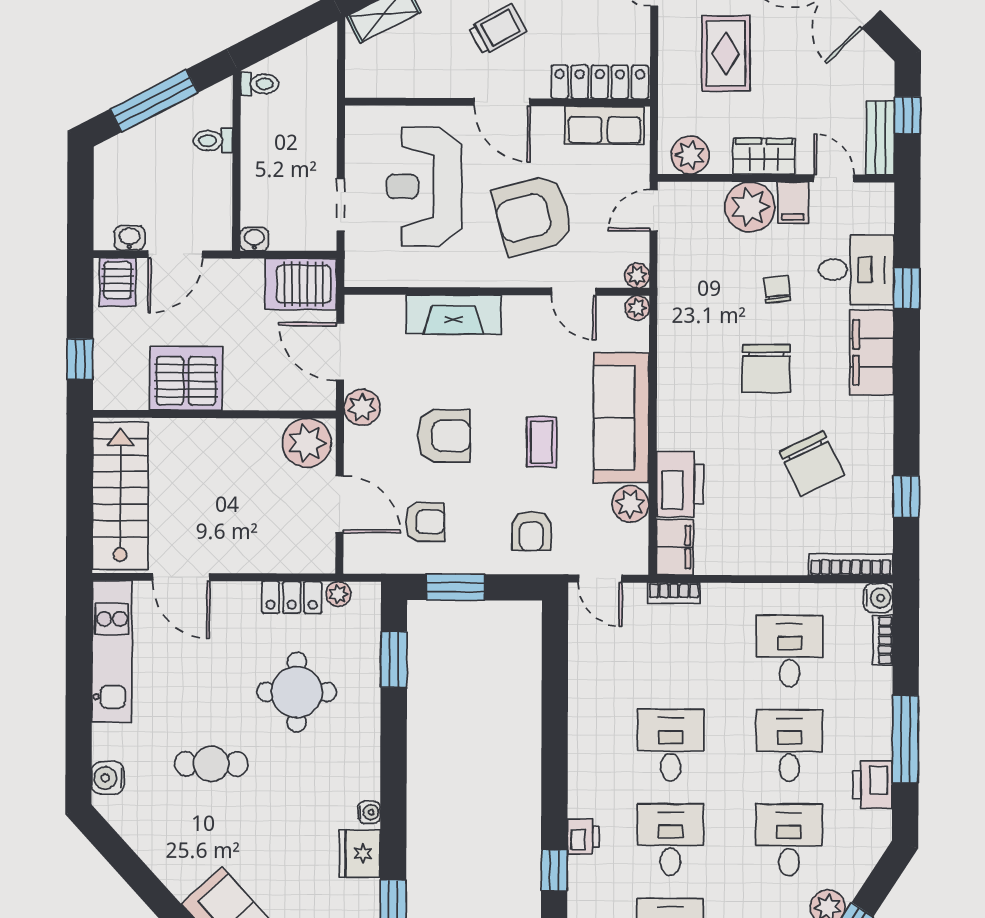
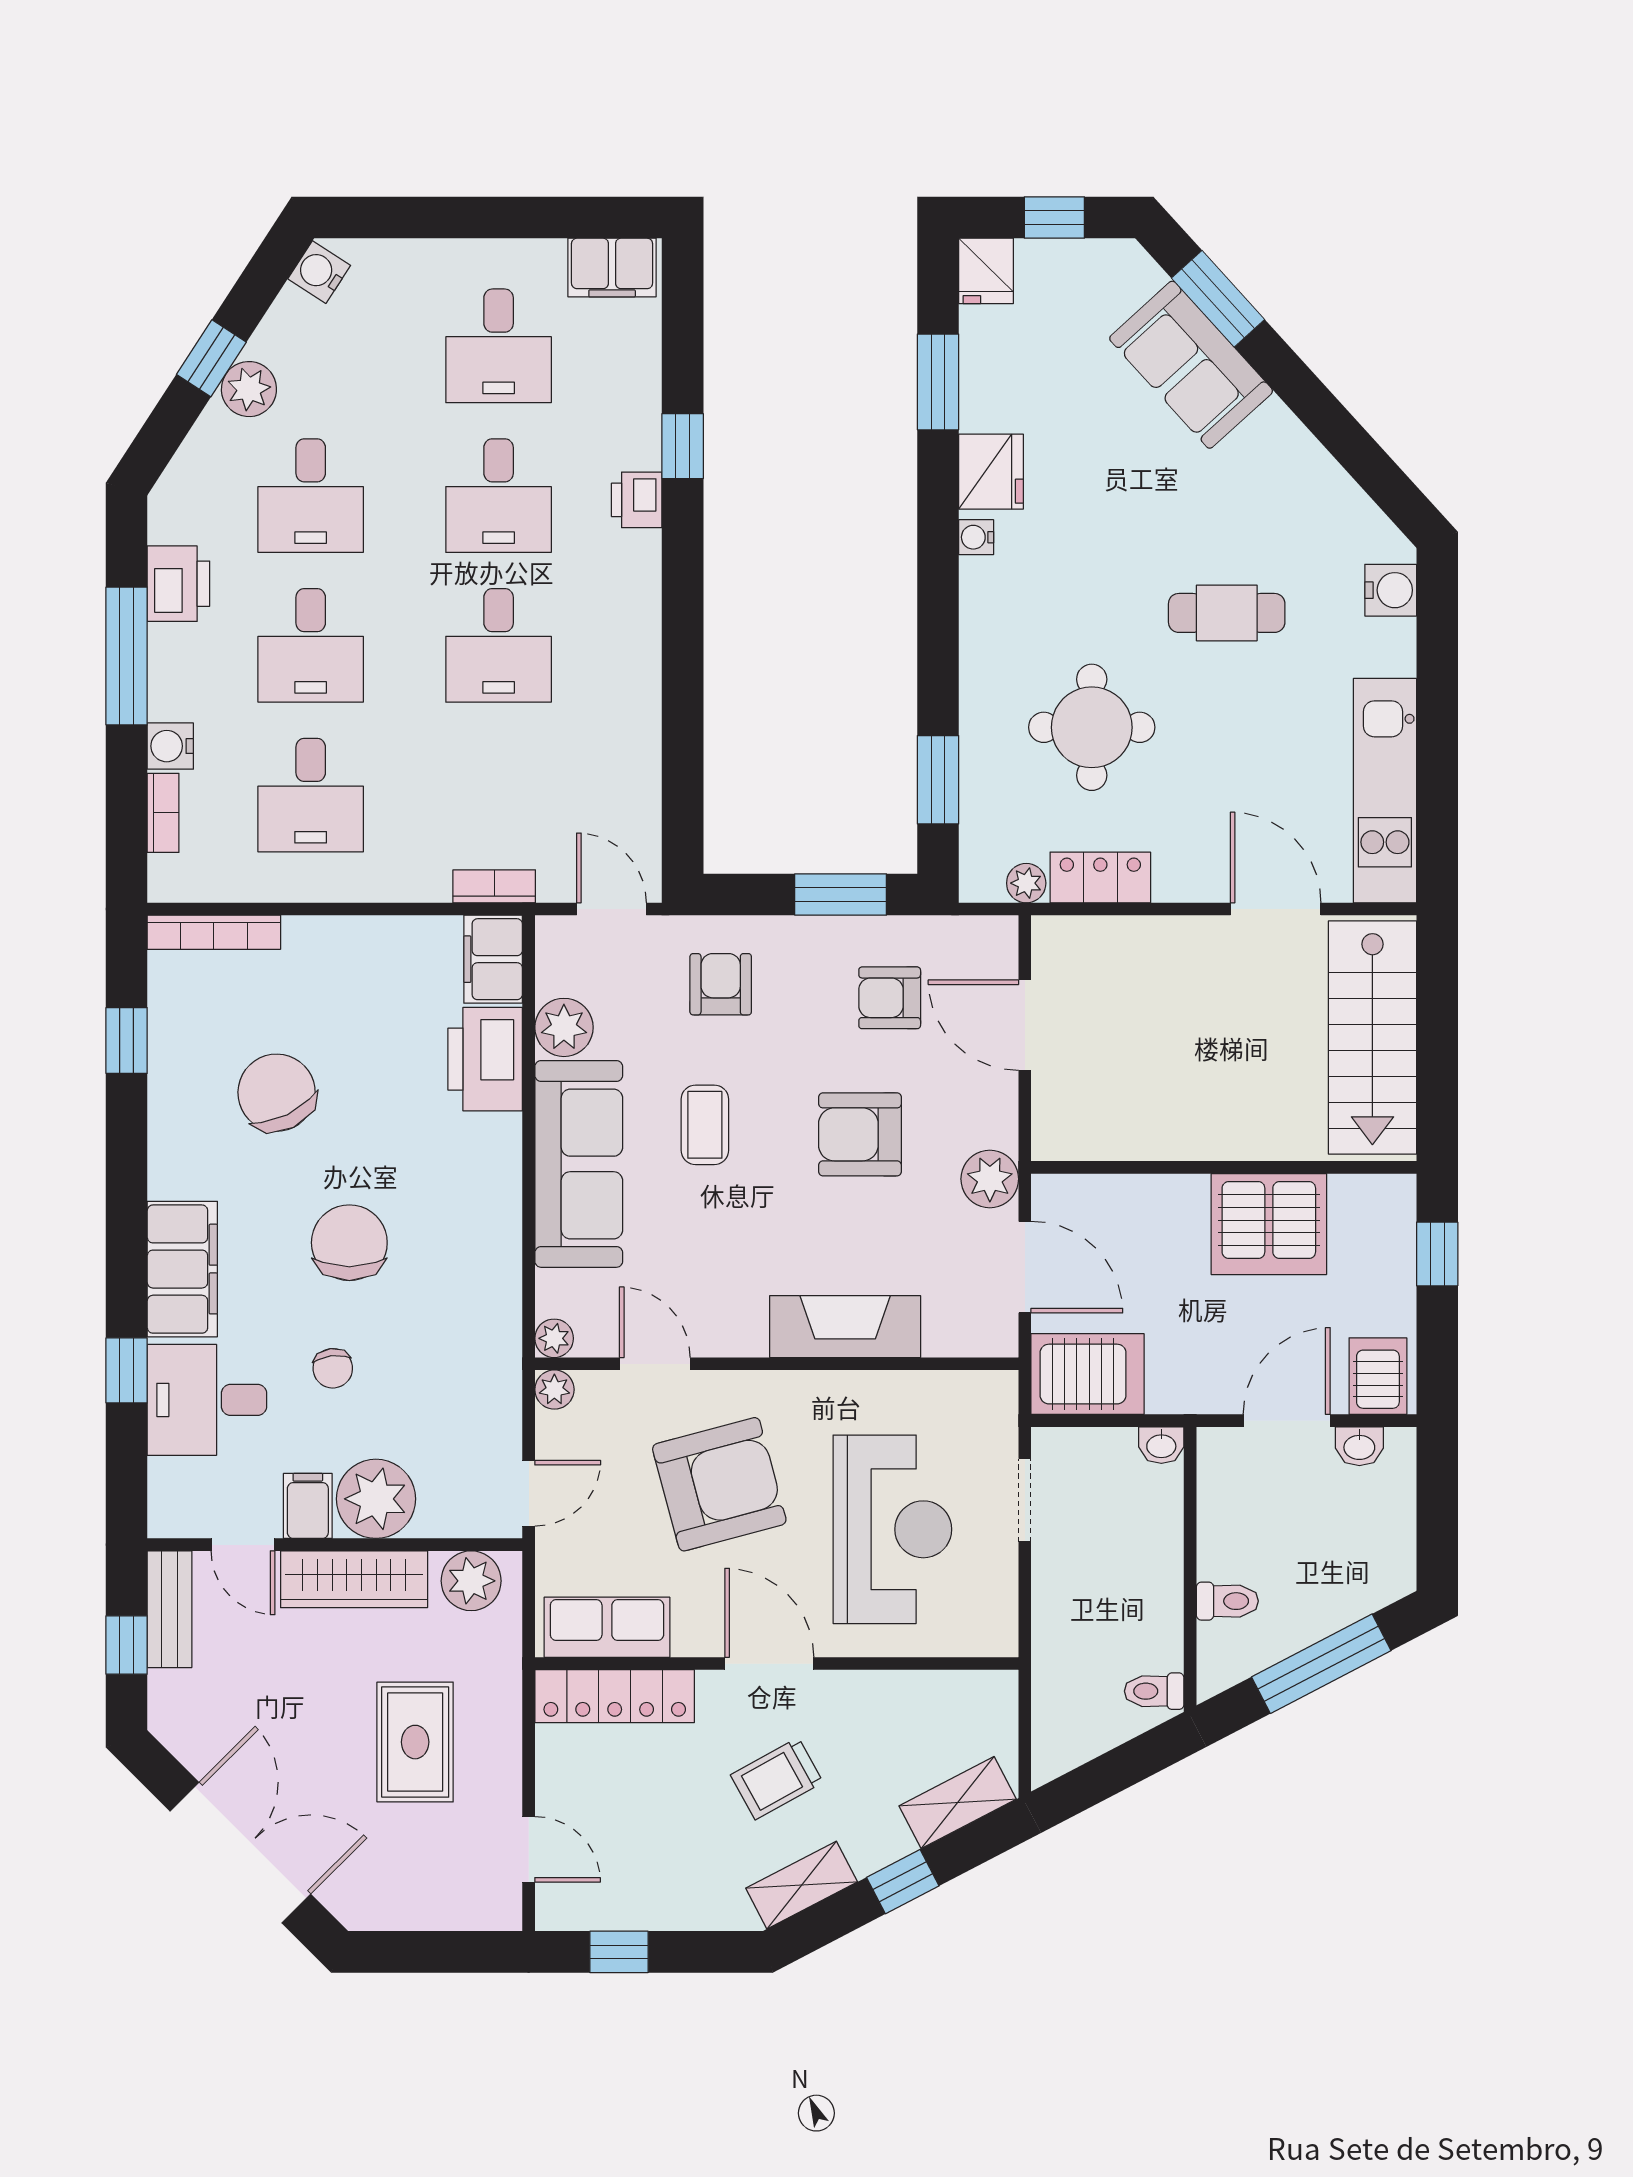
wardrobe: (764, 156) -> (354, 1579), width x1.50
plant: (307, 443) -> (1077, 1122), removed
water cooler: (878, 598) -> (170, 746), moved

